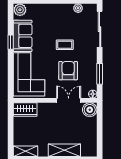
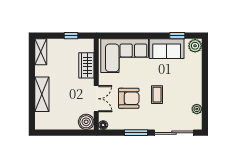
window: (11, 42) -> (177, 36), moved
window: (100, 74) -> (136, 133), moved
wardrobe: (25, 109) -> (86, 65), moved
window: (11, 124) -> (71, 36), added

